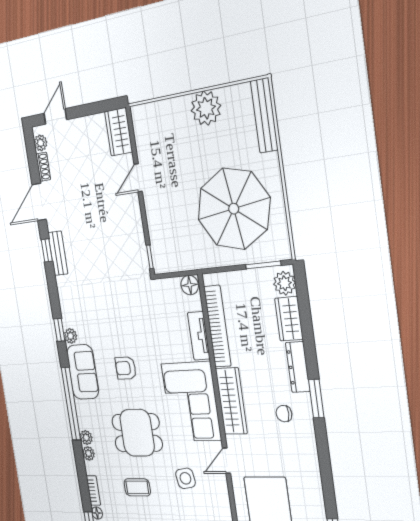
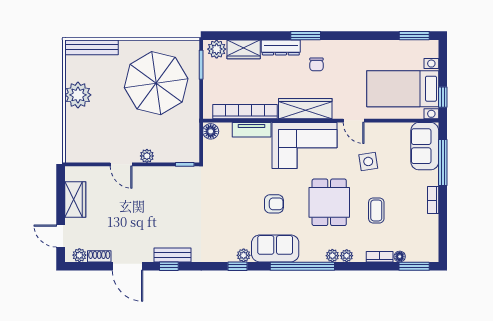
wardrobe: (119, 132) -> (75, 200), moved, turned -90
plant: (152, 208) -> (147, 156), added
armchair: (126, 368) -> (274, 204), turned -90

